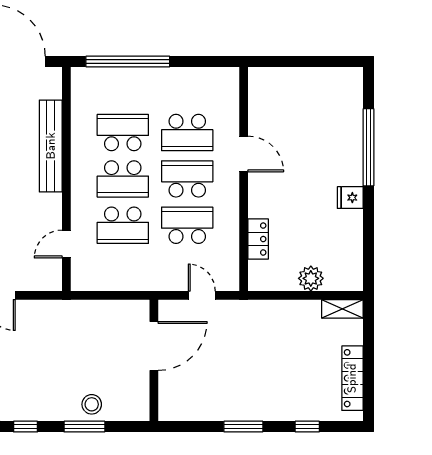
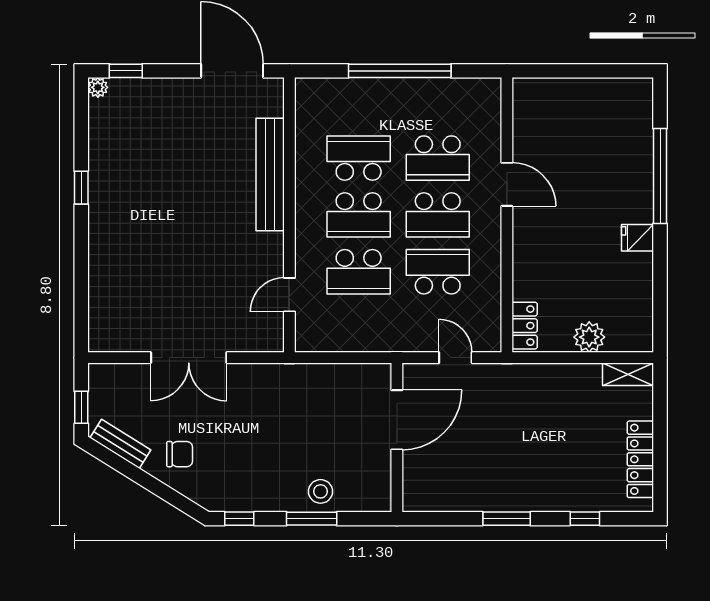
window: (128, 61) -> (400, 71), moved
school desk: (187, 179) -> (438, 215), turned 180
locker: (258, 239) -> (525, 326), moved

